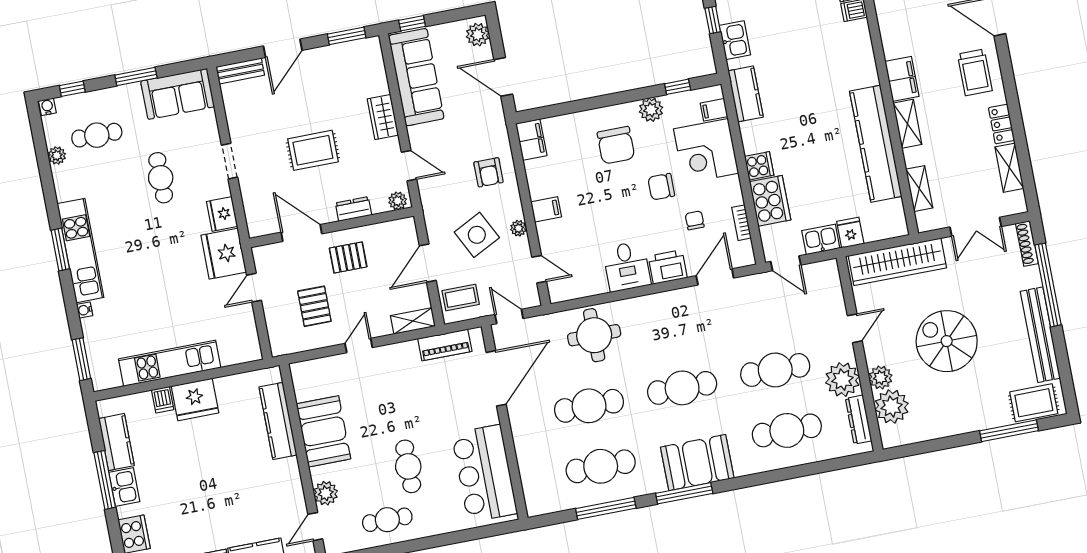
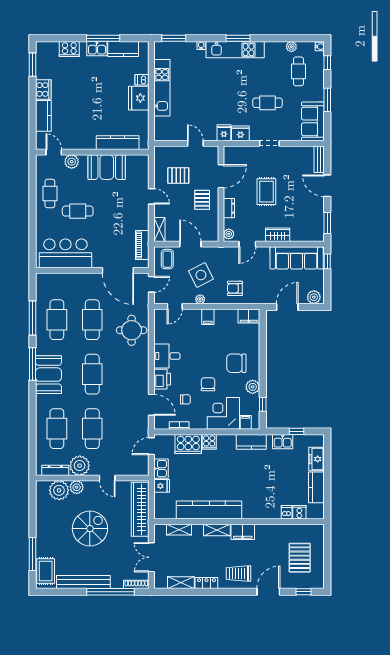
fridge: (224, 254) -> (224, 133), width x0.53, depth x0.75

